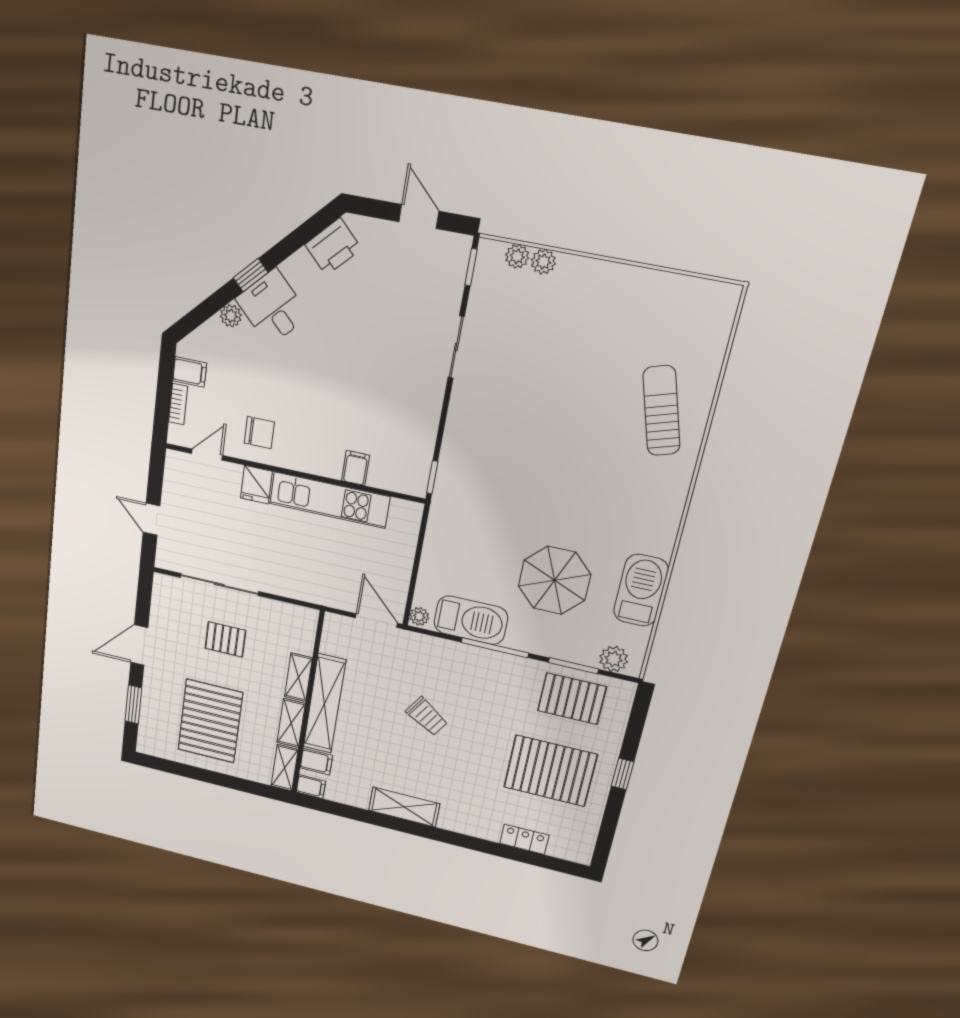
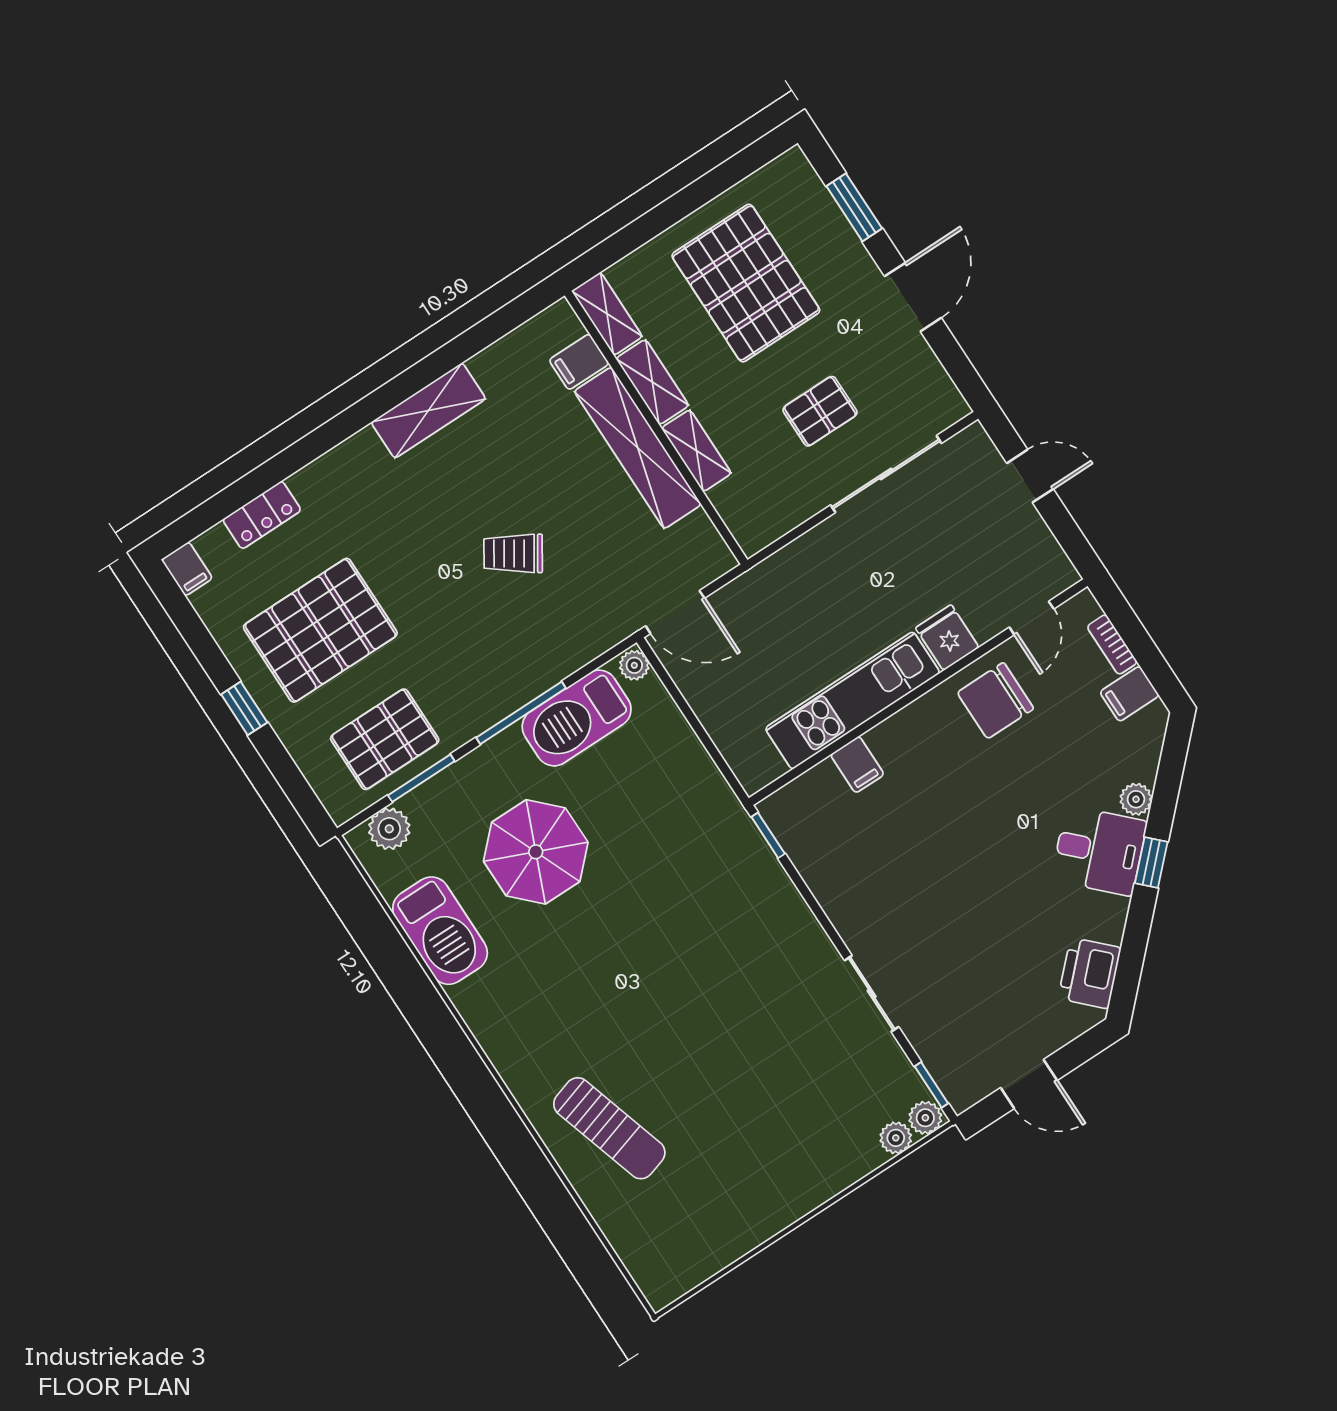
plant: (543, 262) -> (925, 1118), moved
chair: (259, 433) -> (995, 701), width x1.37, depth x1.37
filing cabinet: (311, 787) -> (187, 569), moved, turned -90

